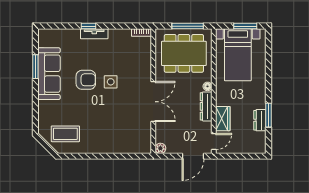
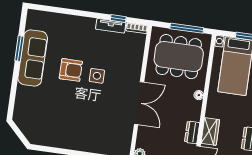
window: (89, 26) -> (118, 19), moved
tv unit: (94, 34) -> (111, 26), moved
dresser: (206, 106) -> (192, 132), moved, width x0.70
coffee table: (65, 134) -> (41, 124), removed

